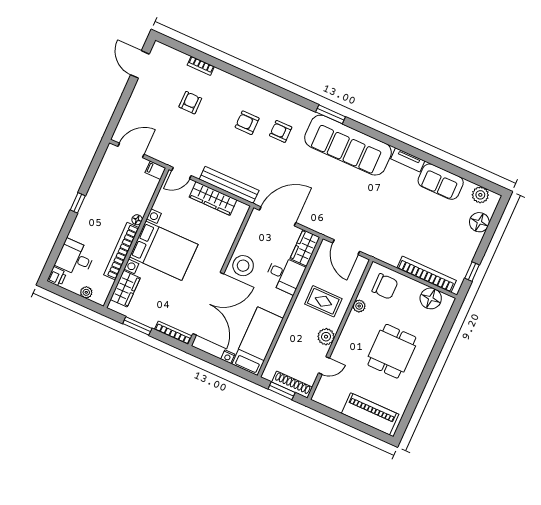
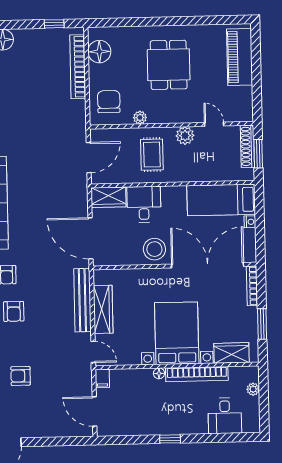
printer: (57, 277) -> (252, 425), removed
dining table: (392, 351) -> (169, 65), turned 90

